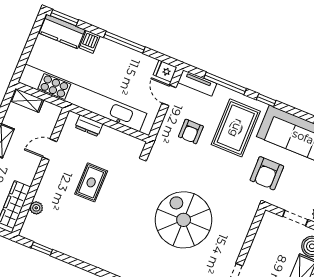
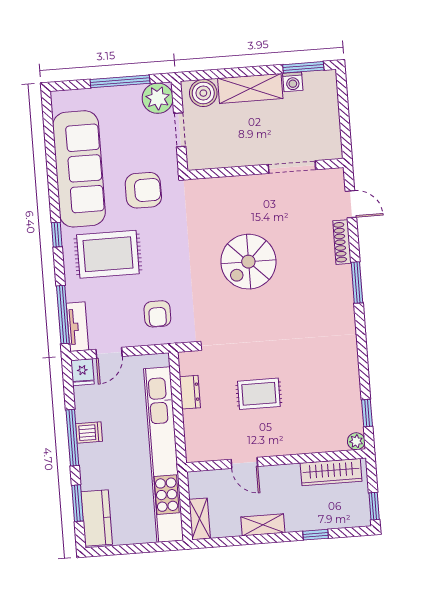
window: (64, 18) -> (77, 503), moved
dishwasher: (90, 42) -> (89, 433), moved
window: (225, 83) -> (63, 315), moved
dresser: (89, 126) -> (190, 392), moved
armchair: (191, 131) -> (157, 314), moved, turned 90
plant: (36, 208) -> (356, 441), moved
spiral stairs: (184, 220) -> (248, 262), width x0.73, depth x0.73

